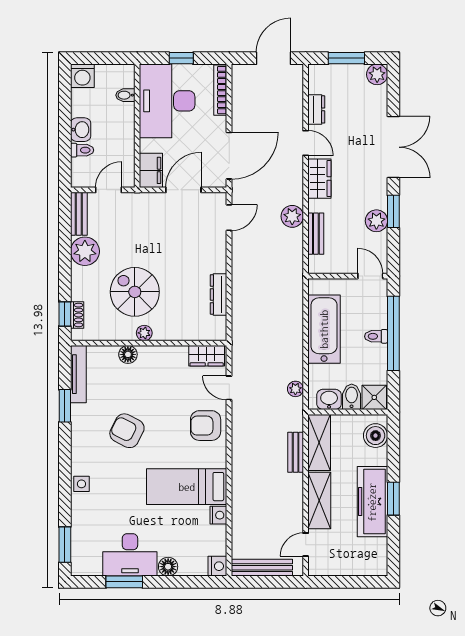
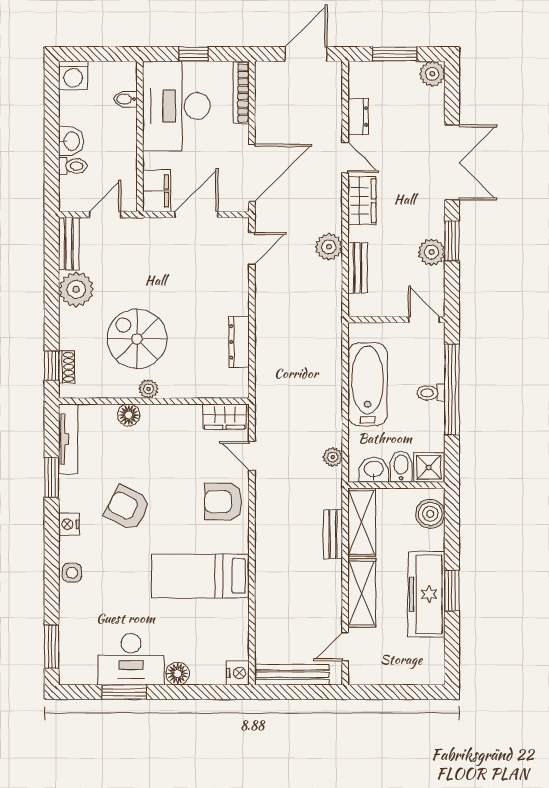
nightstand: (218, 515) -> (69, 524), moved, turned 180

